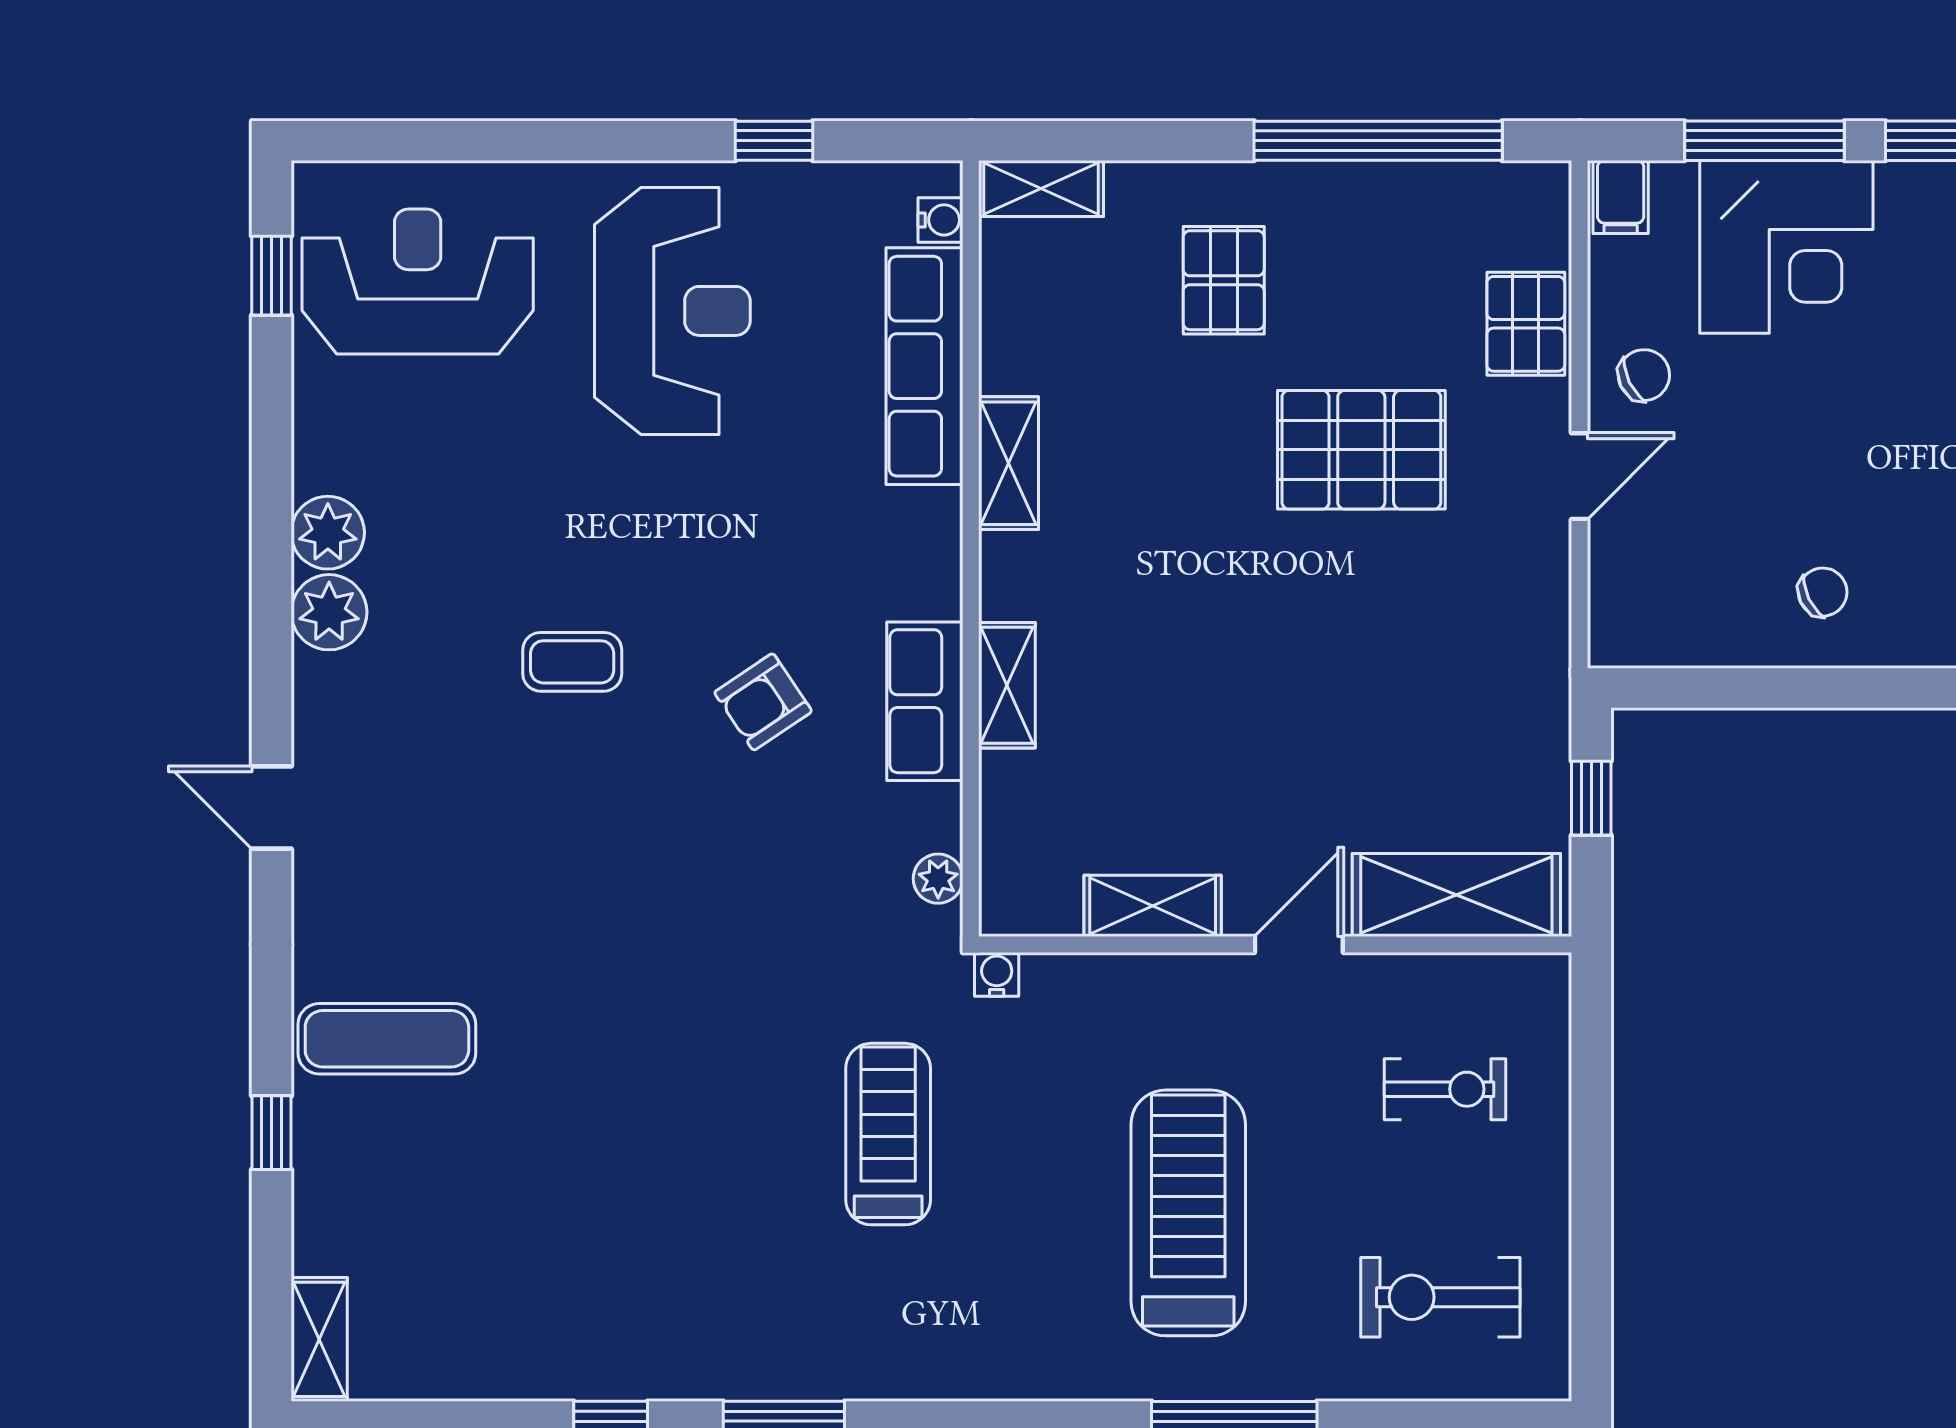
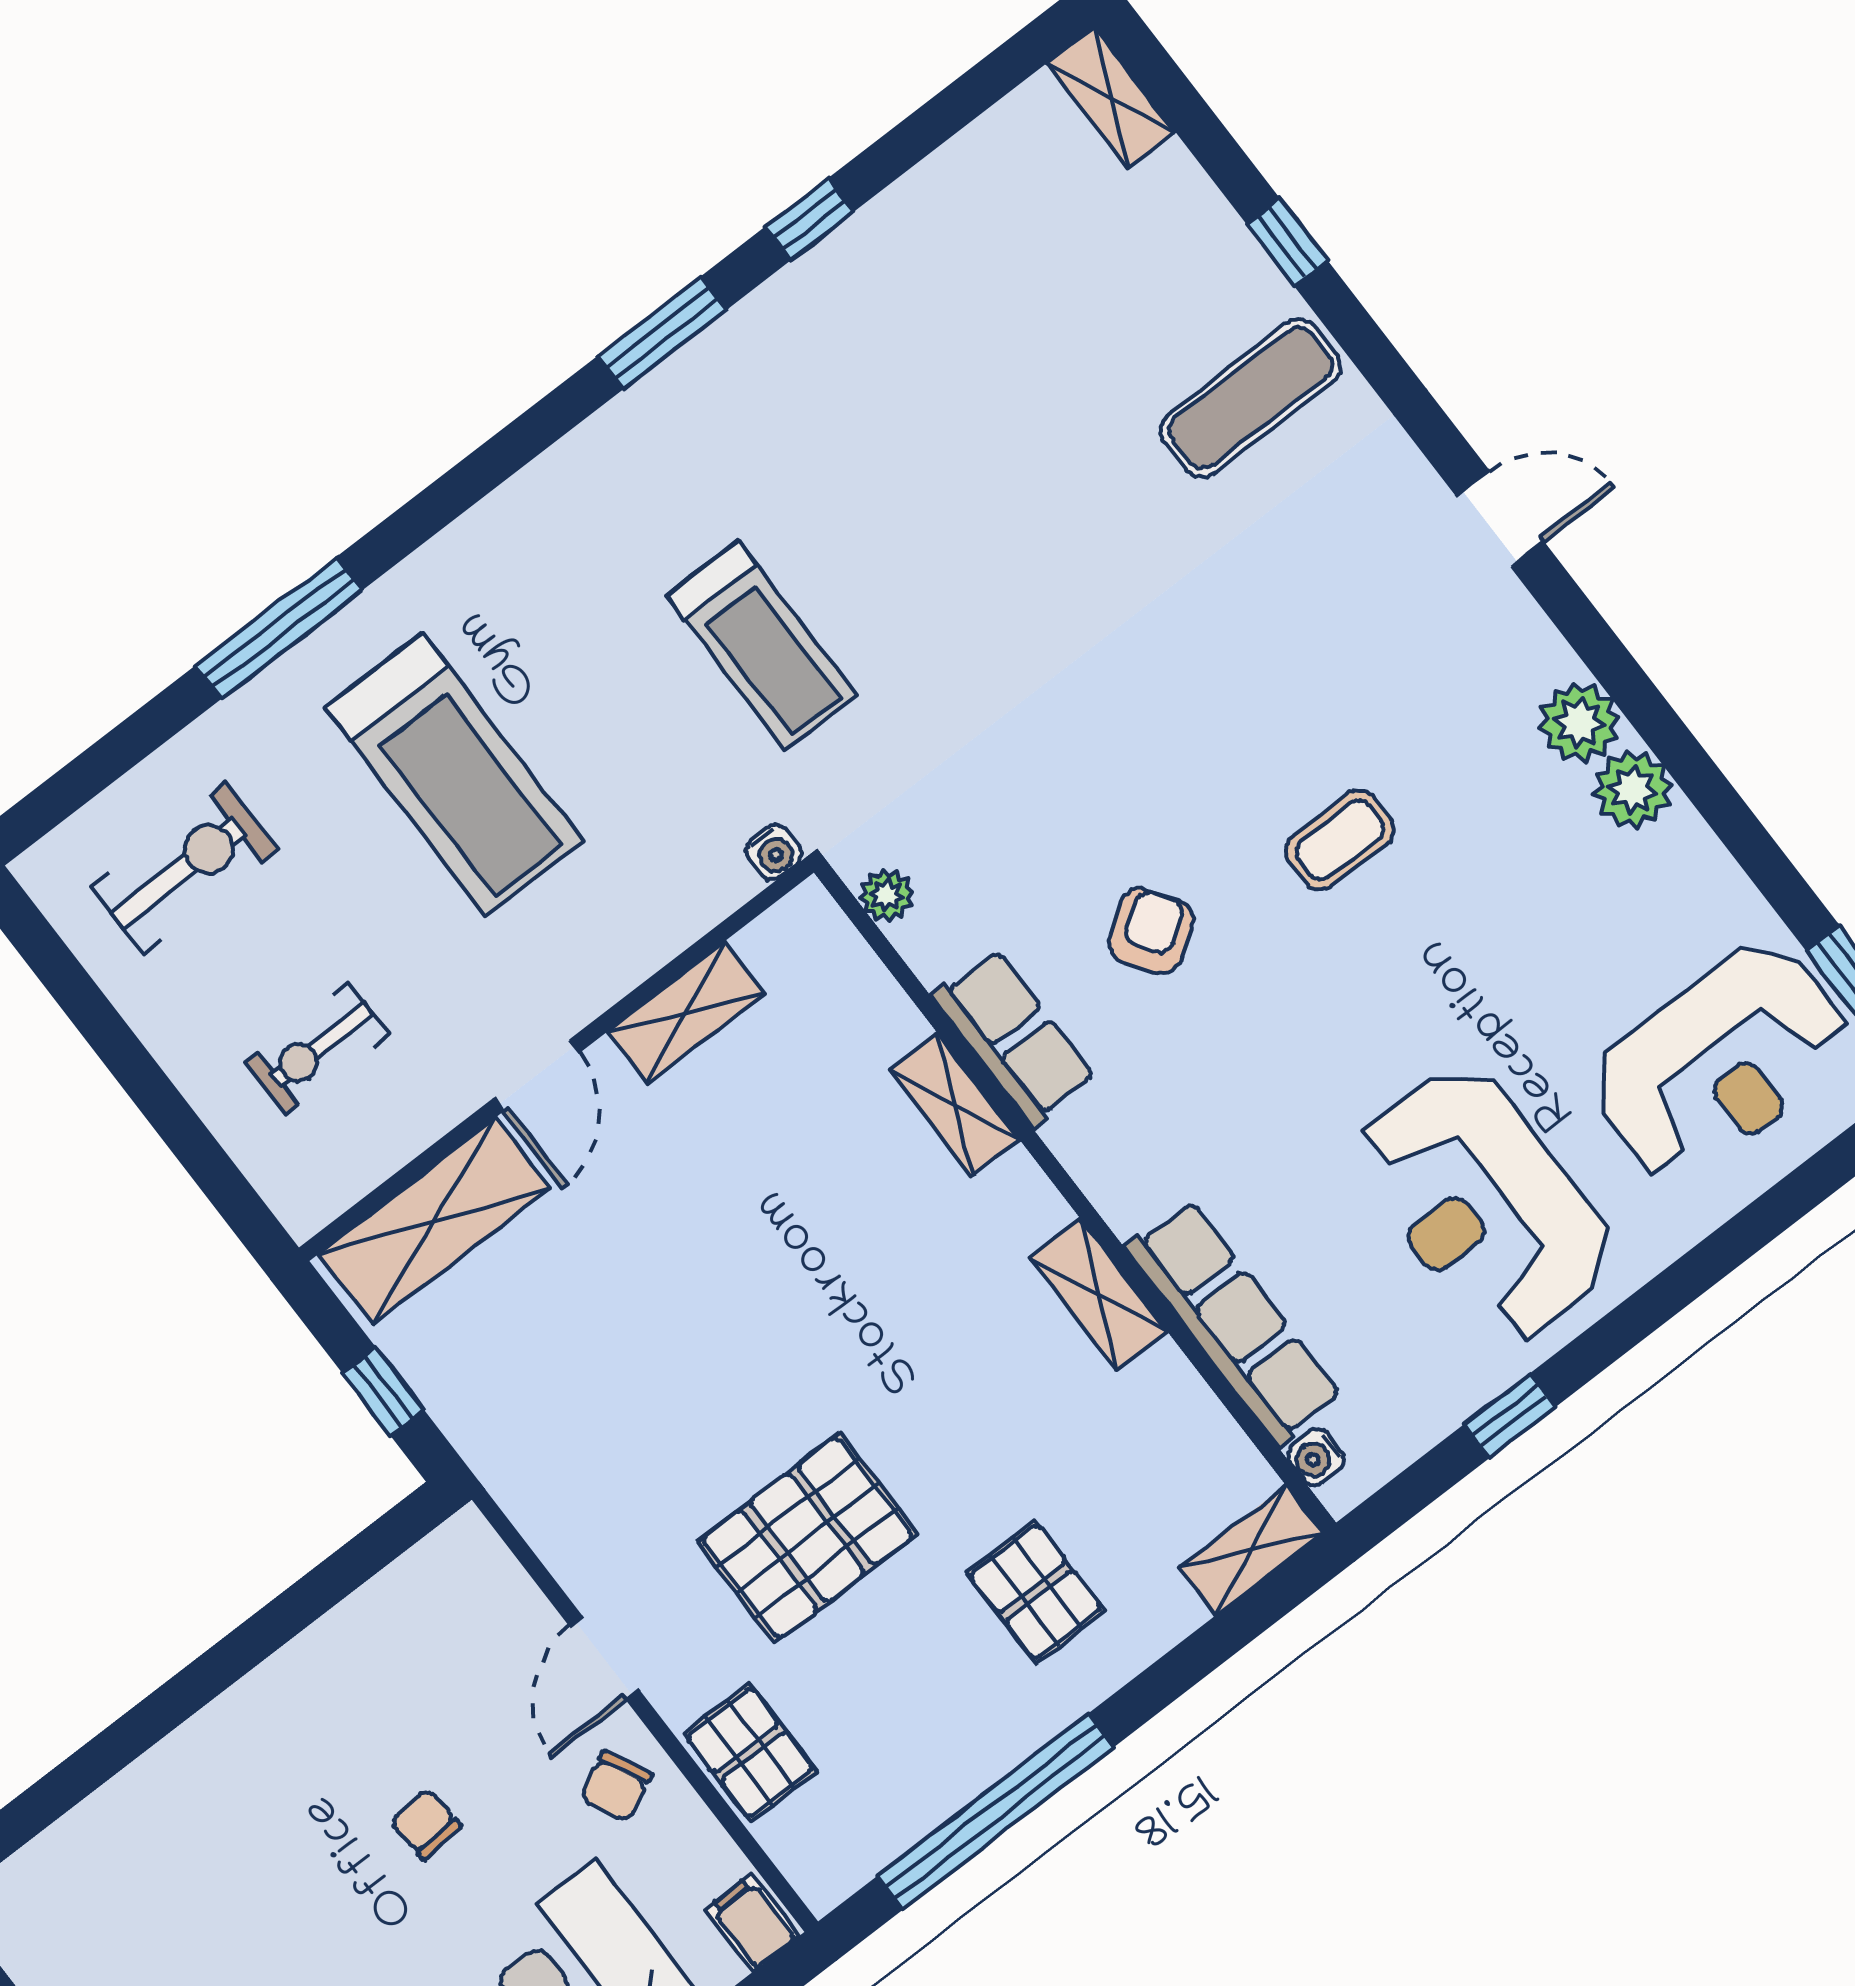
chair: (1823, 592) -> (426, 1824), moved, turned 112

